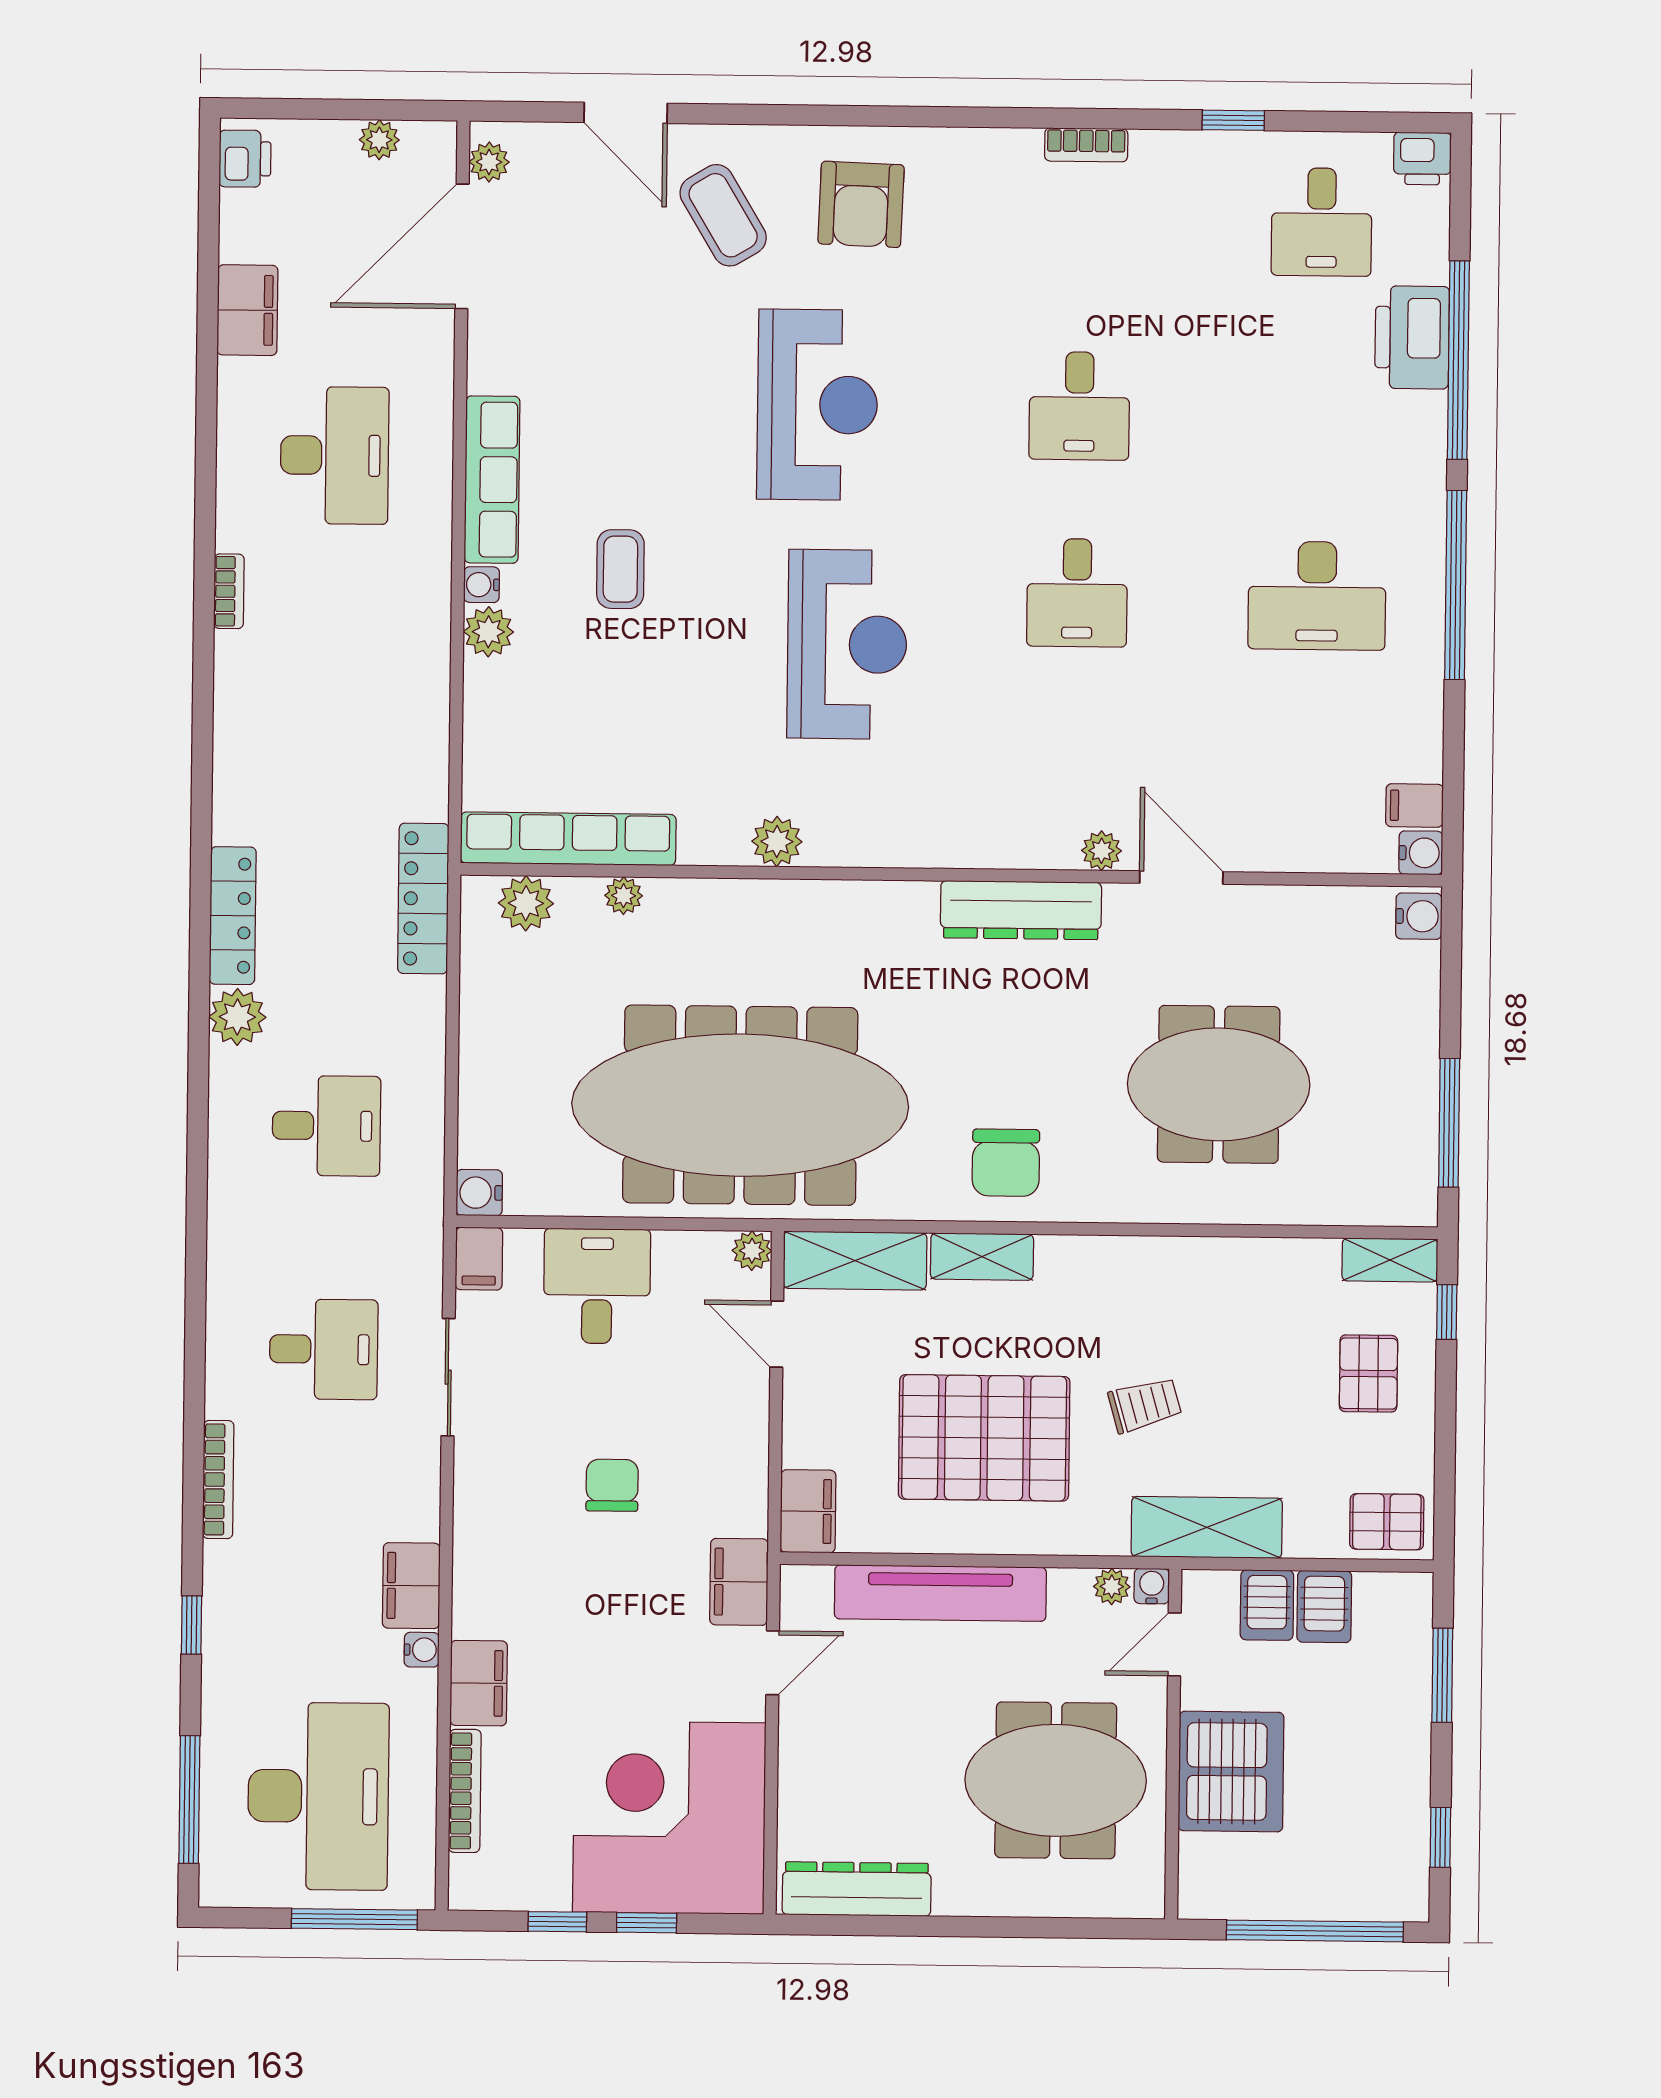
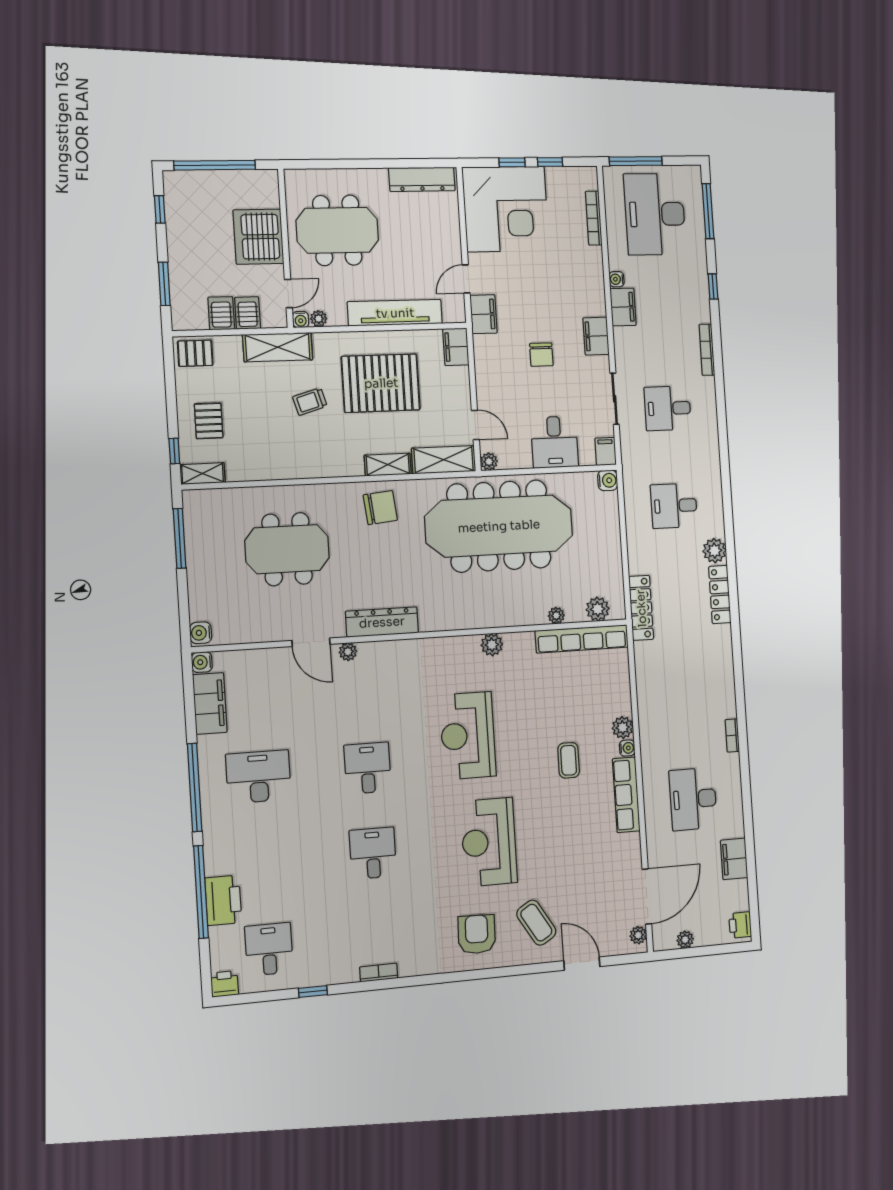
filing cabinet: (1415, 806) -> (210, 703), width x3.00, depth x1.17
chair: (1006, 1163) -> (380, 508), turned 84
filing cabinet: (479, 1683) -> (596, 336), moved

